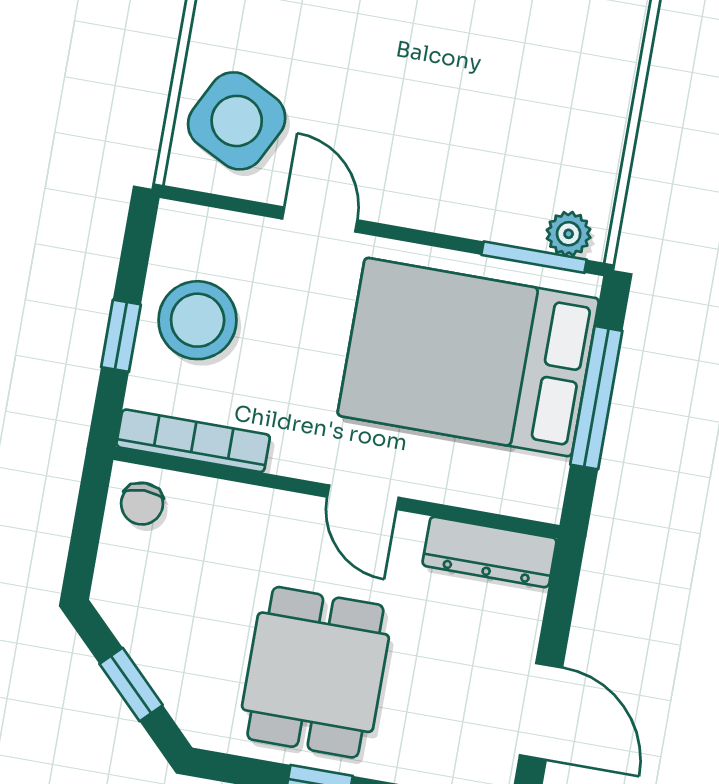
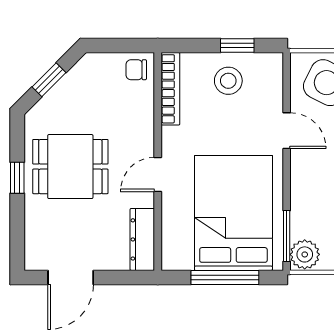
door: (320, 219) -> (287, 131), hinge flipped
plant: (569, 234) -> (305, 254), width x1.38, depth x1.38
stool: (198, 320) -> (228, 81), width x0.73, depth x0.73
window: (121, 336) -> (237, 46), moved

